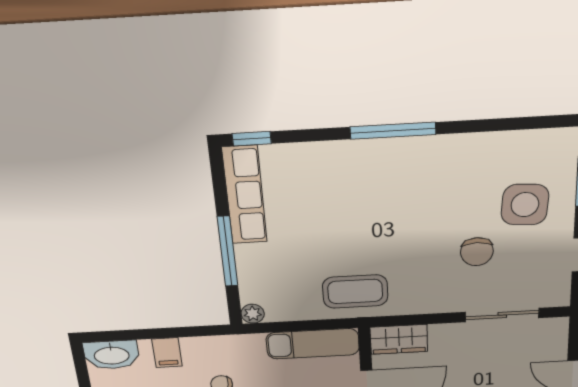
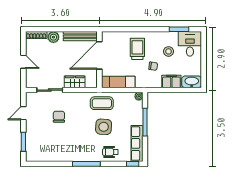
wheelchair: (322, 168) -> (110, 152), added
side table: (525, 205) -> (104, 127), moved
wardrobe: (399, 339) -> (75, 82), moved
filing cabinet: (167, 353) -> (171, 81), width x2.00

